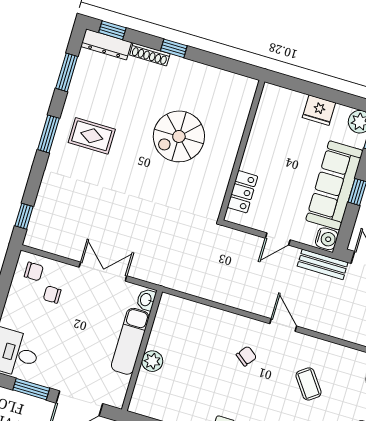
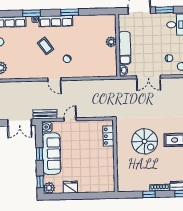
spiral stairs: (179, 136) -> (145, 141), moved, turned 90
wall: (241, 150) -> (115, 156), moved
locker: (242, 192) -> (108, 136), moved
coffee table: (309, 384) -> (45, 46), moved

